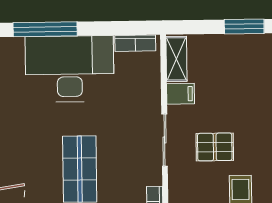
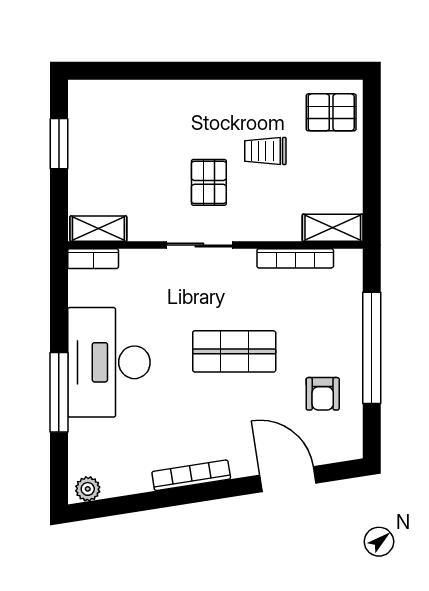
bookcase: (135, 43) -> (93, 259), moved, turned 90
filing cabinet: (181, 94) -> (142, 224), removed

